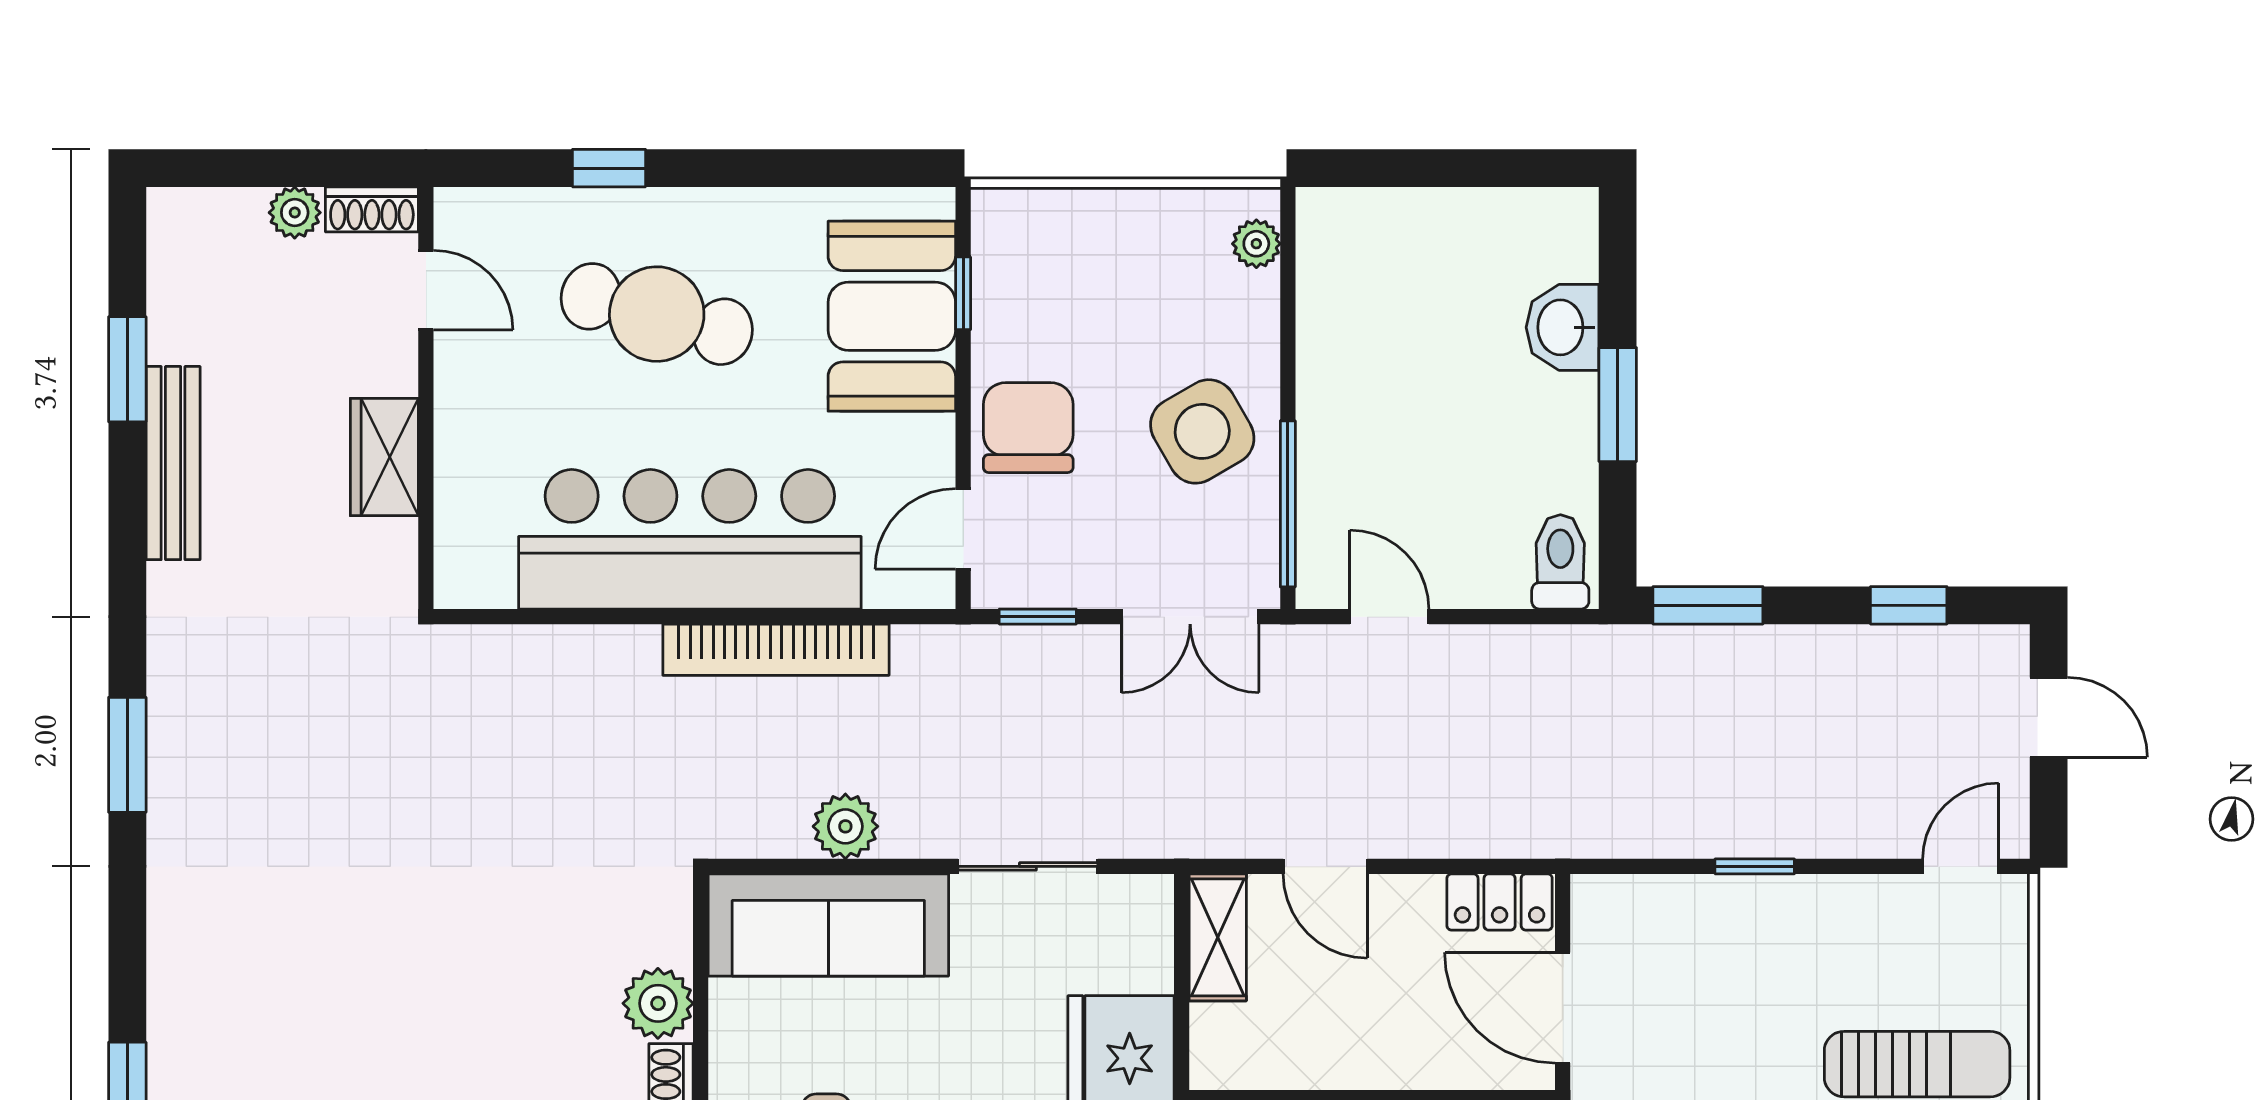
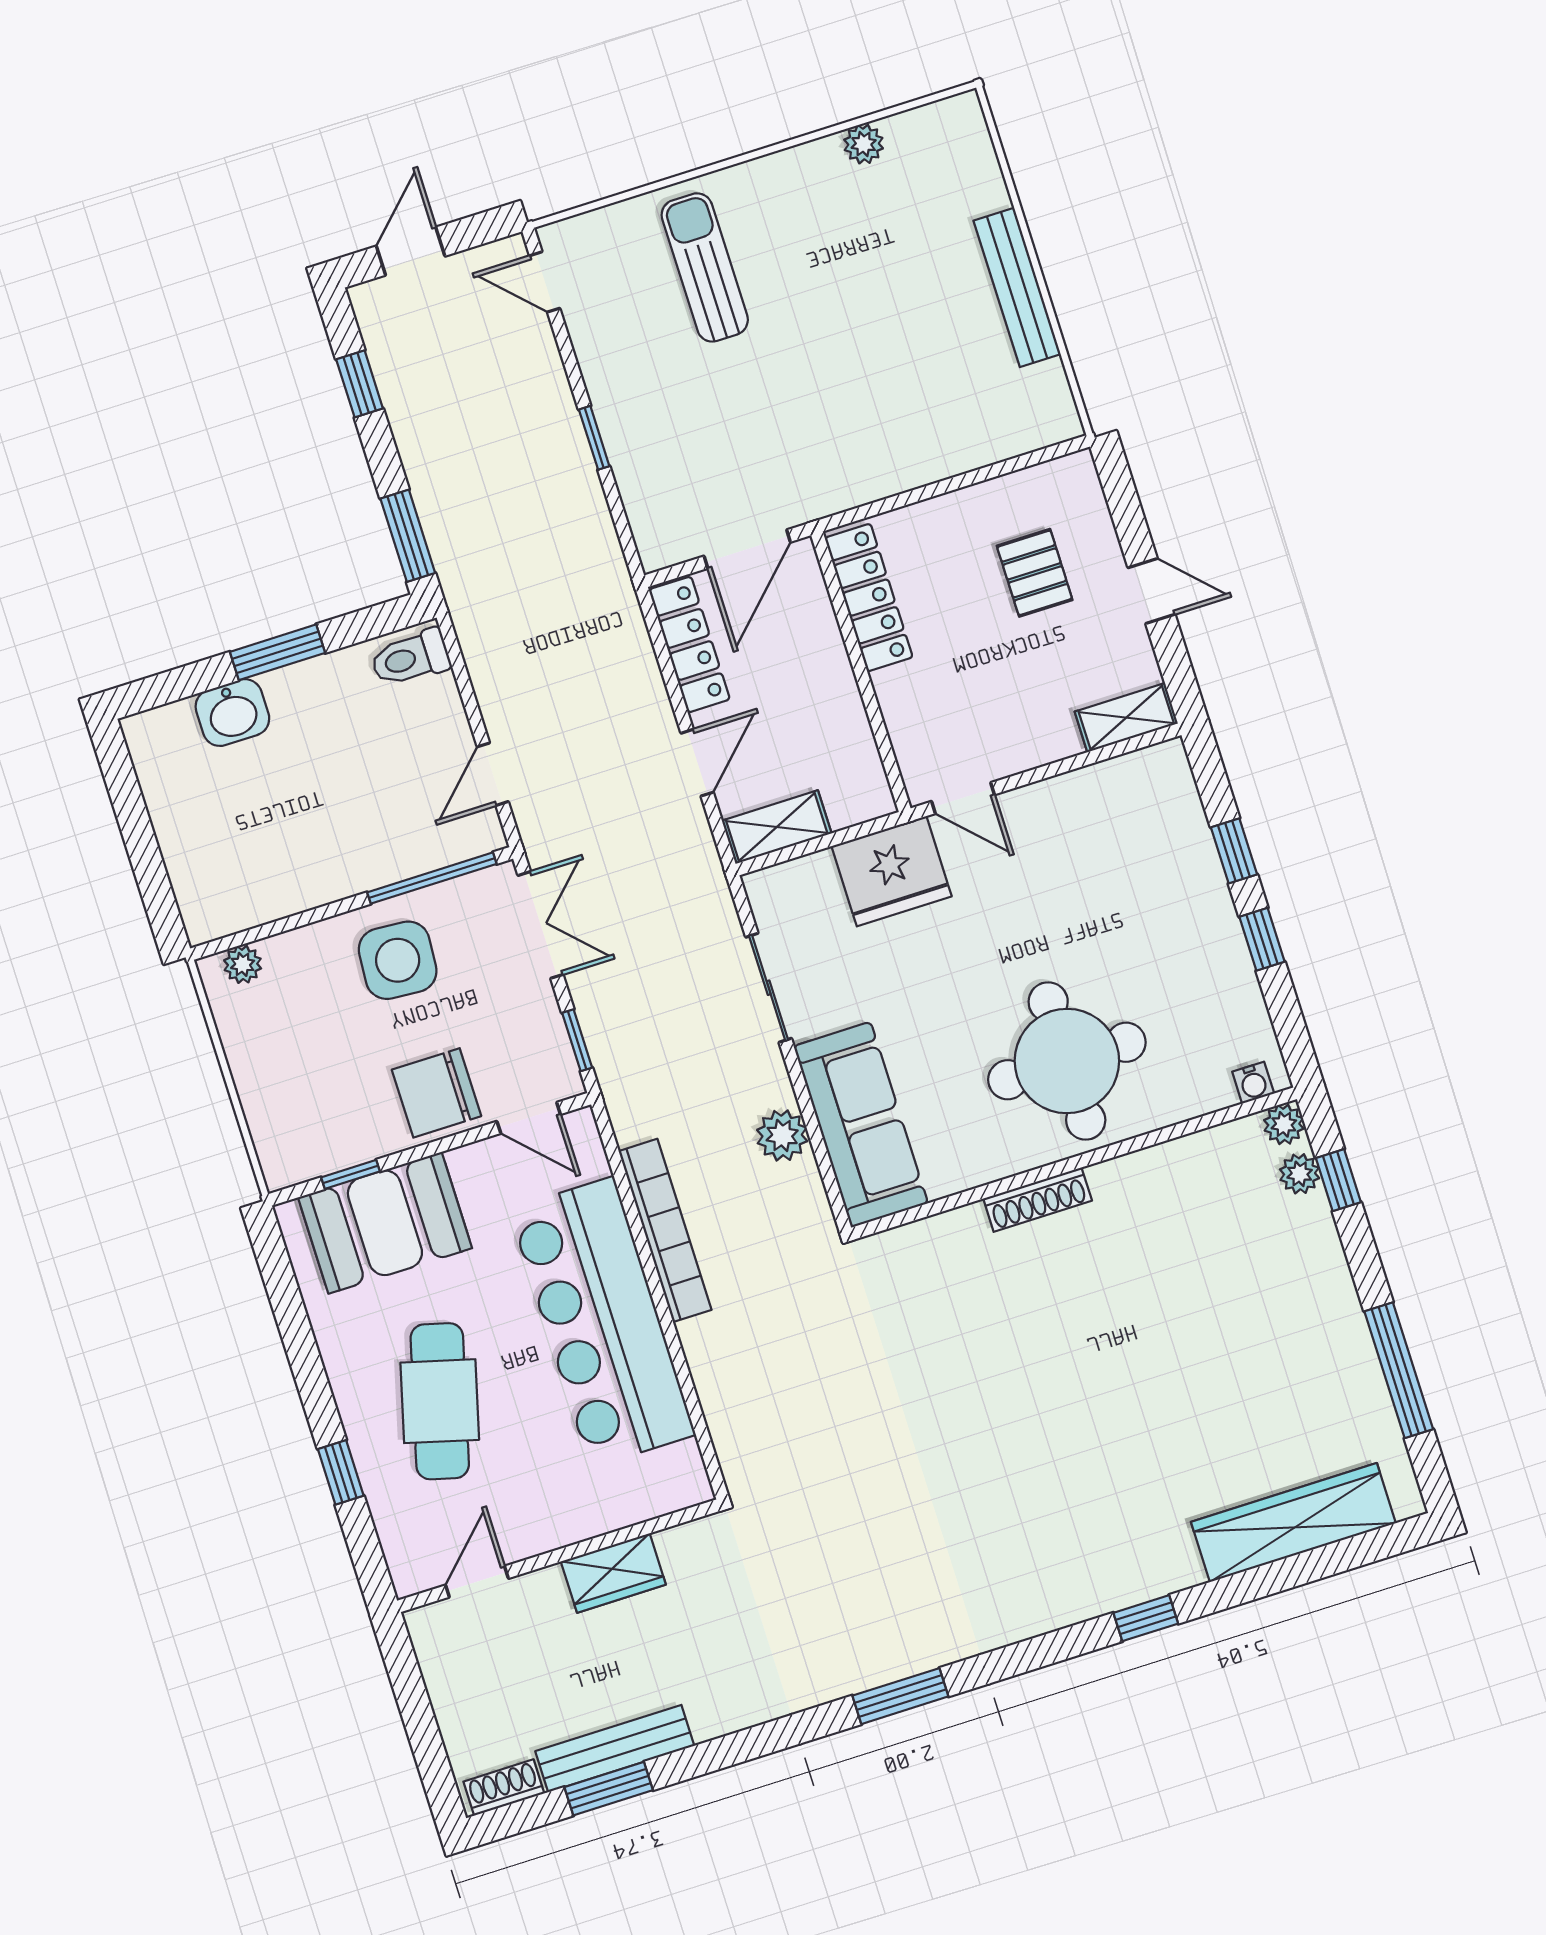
shoe rack: (372, 209) -> (504, 1787), moved, turned -90
plant: (295, 213) -> (450, 1700), removed
side table: (1202, 431) -> (398, 960), turned 34
bench: (173, 463) -> (615, 1748), moved
locker: (1500, 902) -> (689, 644), width x1.53
plant: (658, 1003) -> (961, 1235), removed

